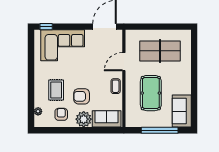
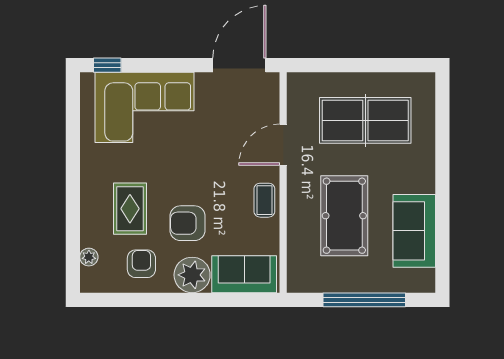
sofa: (182, 111) -> (414, 231), moved

